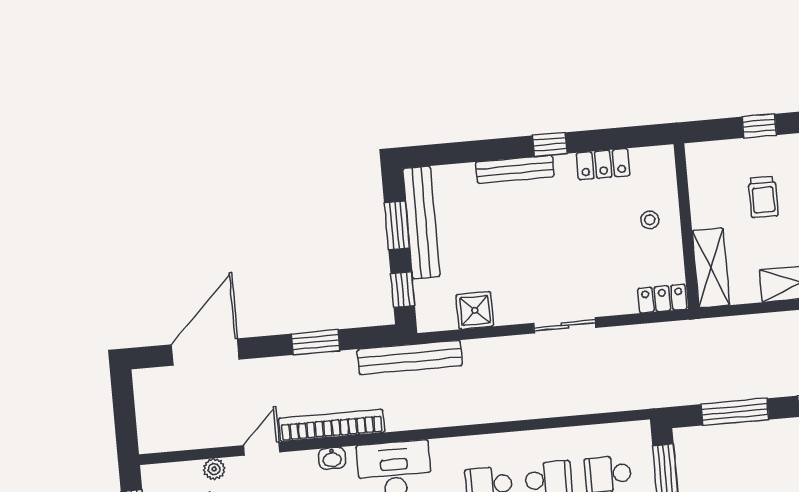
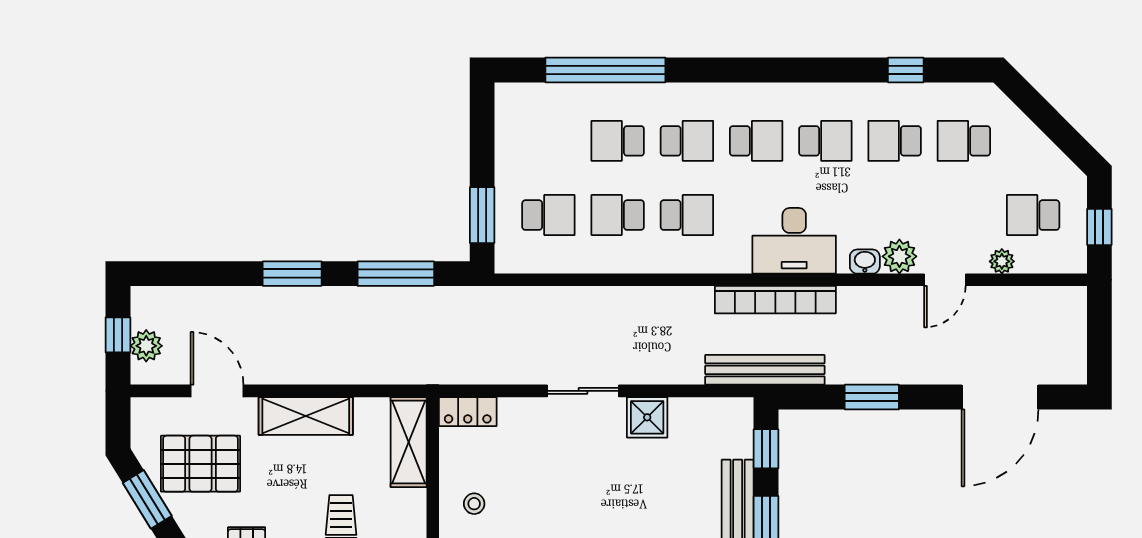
shower: (475, 310) -> (647, 417), moved
bookcase: (332, 425) -> (775, 300), moved
plant: (303, 465) -> (899, 256), added

